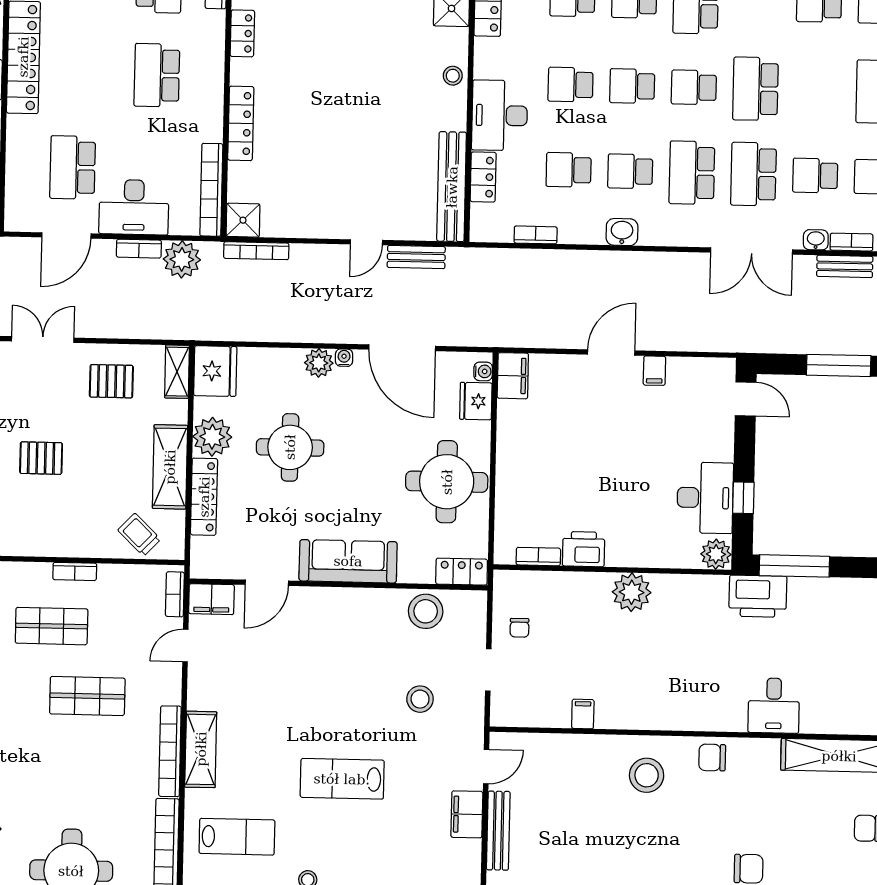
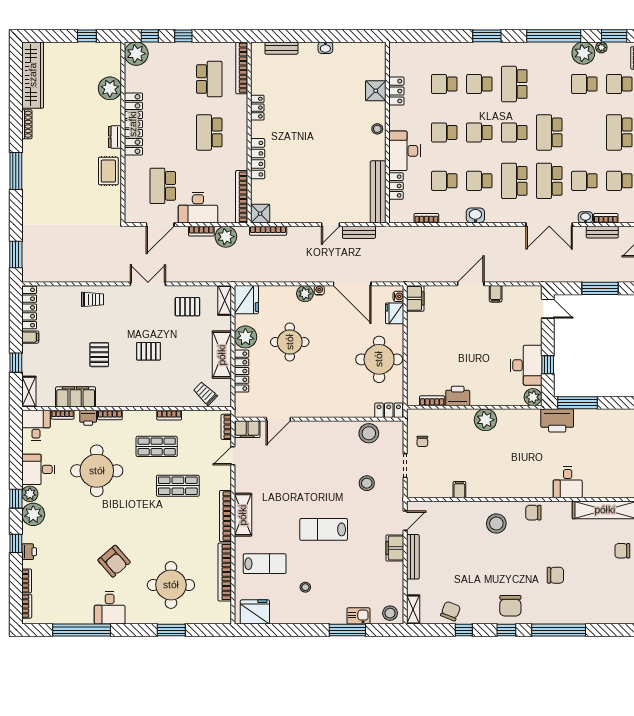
sofa: (348, 561) -> (324, 406), removed

